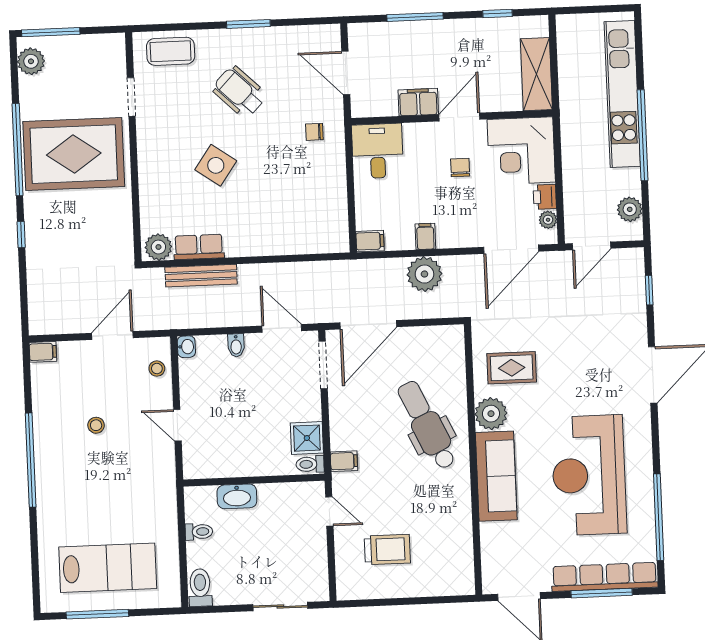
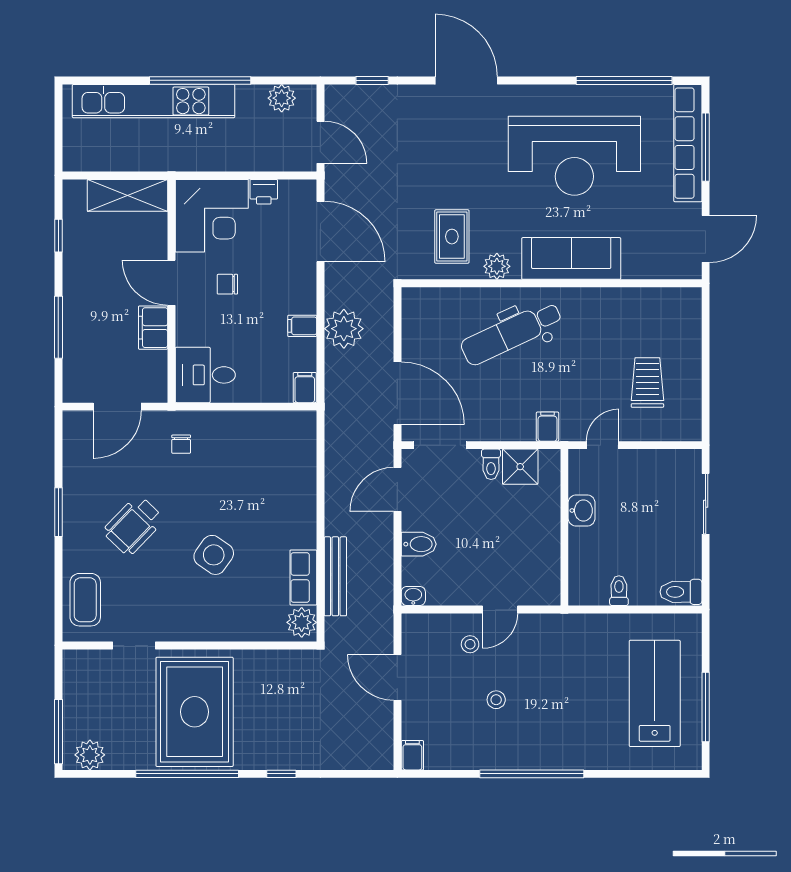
plant: (548, 220) -> (289, 189), removed
bidet: (236, 345) -> (419, 544), width x1.38, depth x1.36
stool: (157, 369) -> (470, 644), moved
plant: (491, 414) -> (497, 266), width x0.73, depth x0.73
toilet: (310, 464) -> (491, 464), moved
washbasin: (237, 496) -> (582, 510), moved, width x0.72

